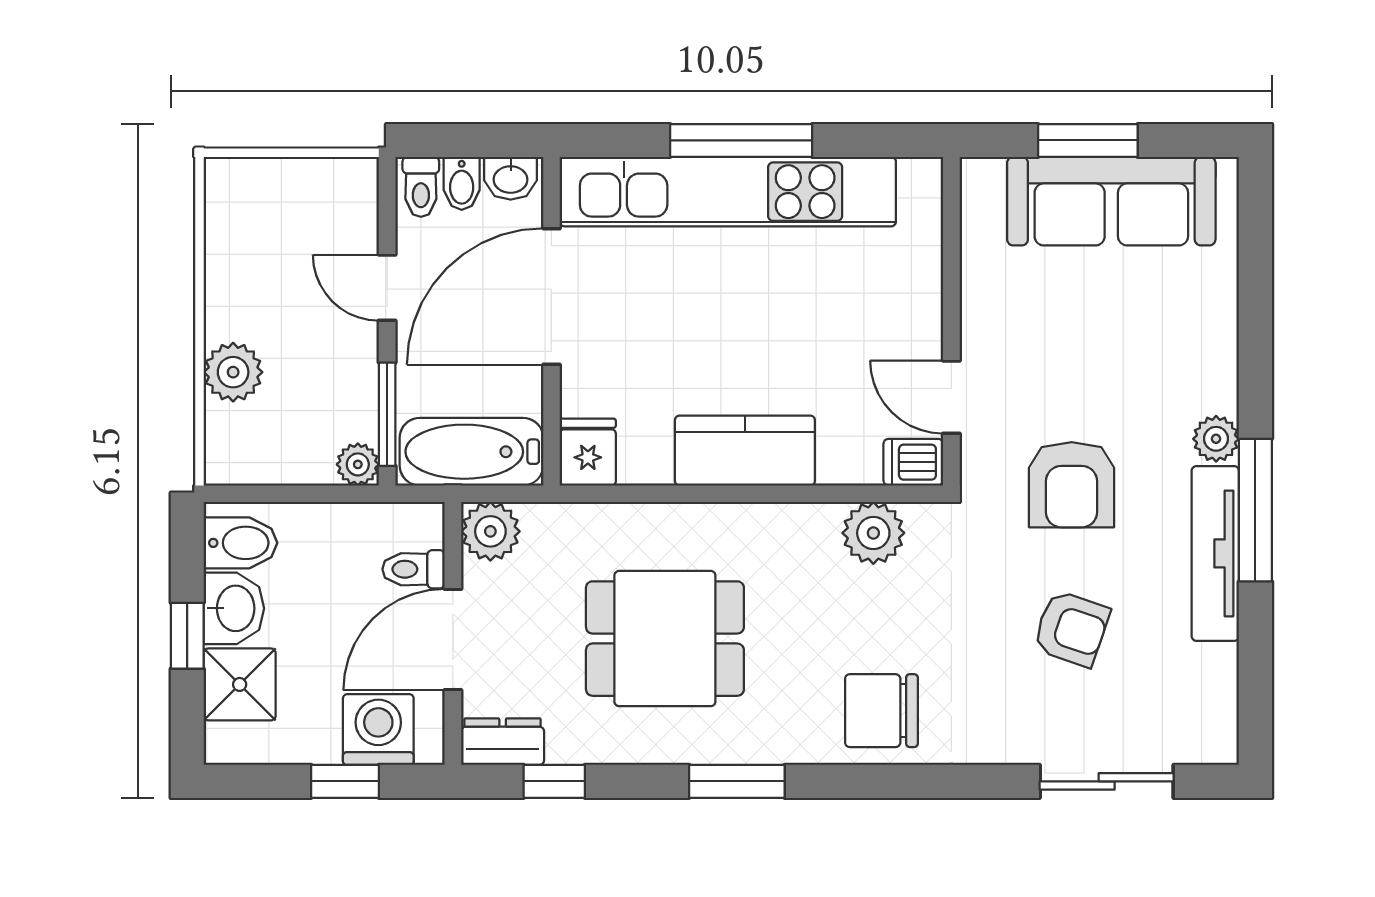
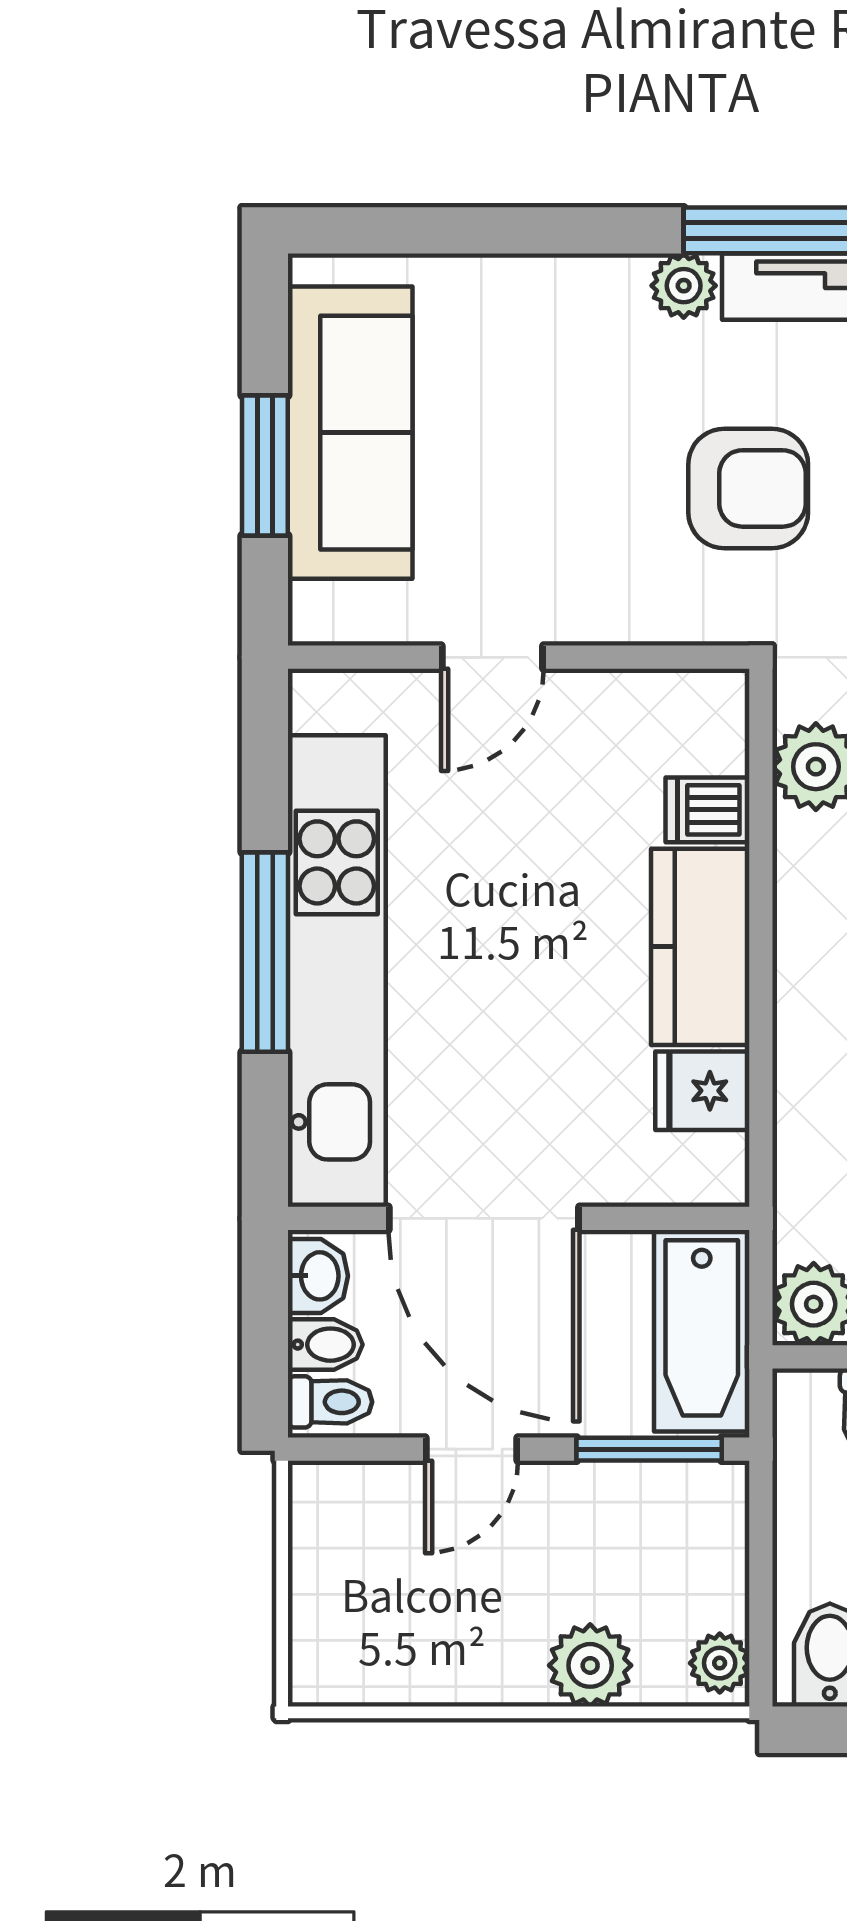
door: (951, 397) -> (492, 657), moved
fridge: (588, 452) -> (702, 1091), moved
dishwasher: (913, 462) -> (707, 810), moved, turned 90
plant: (358, 464) -> (720, 1663), moved

